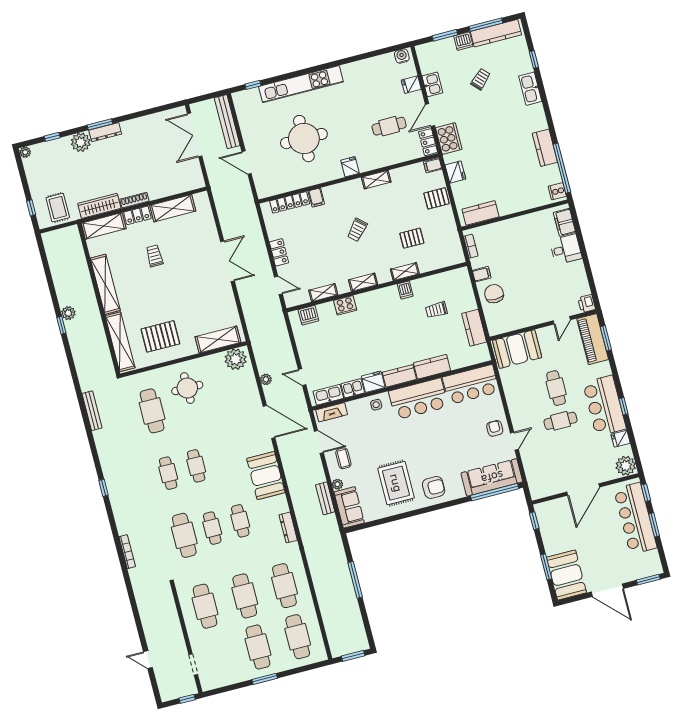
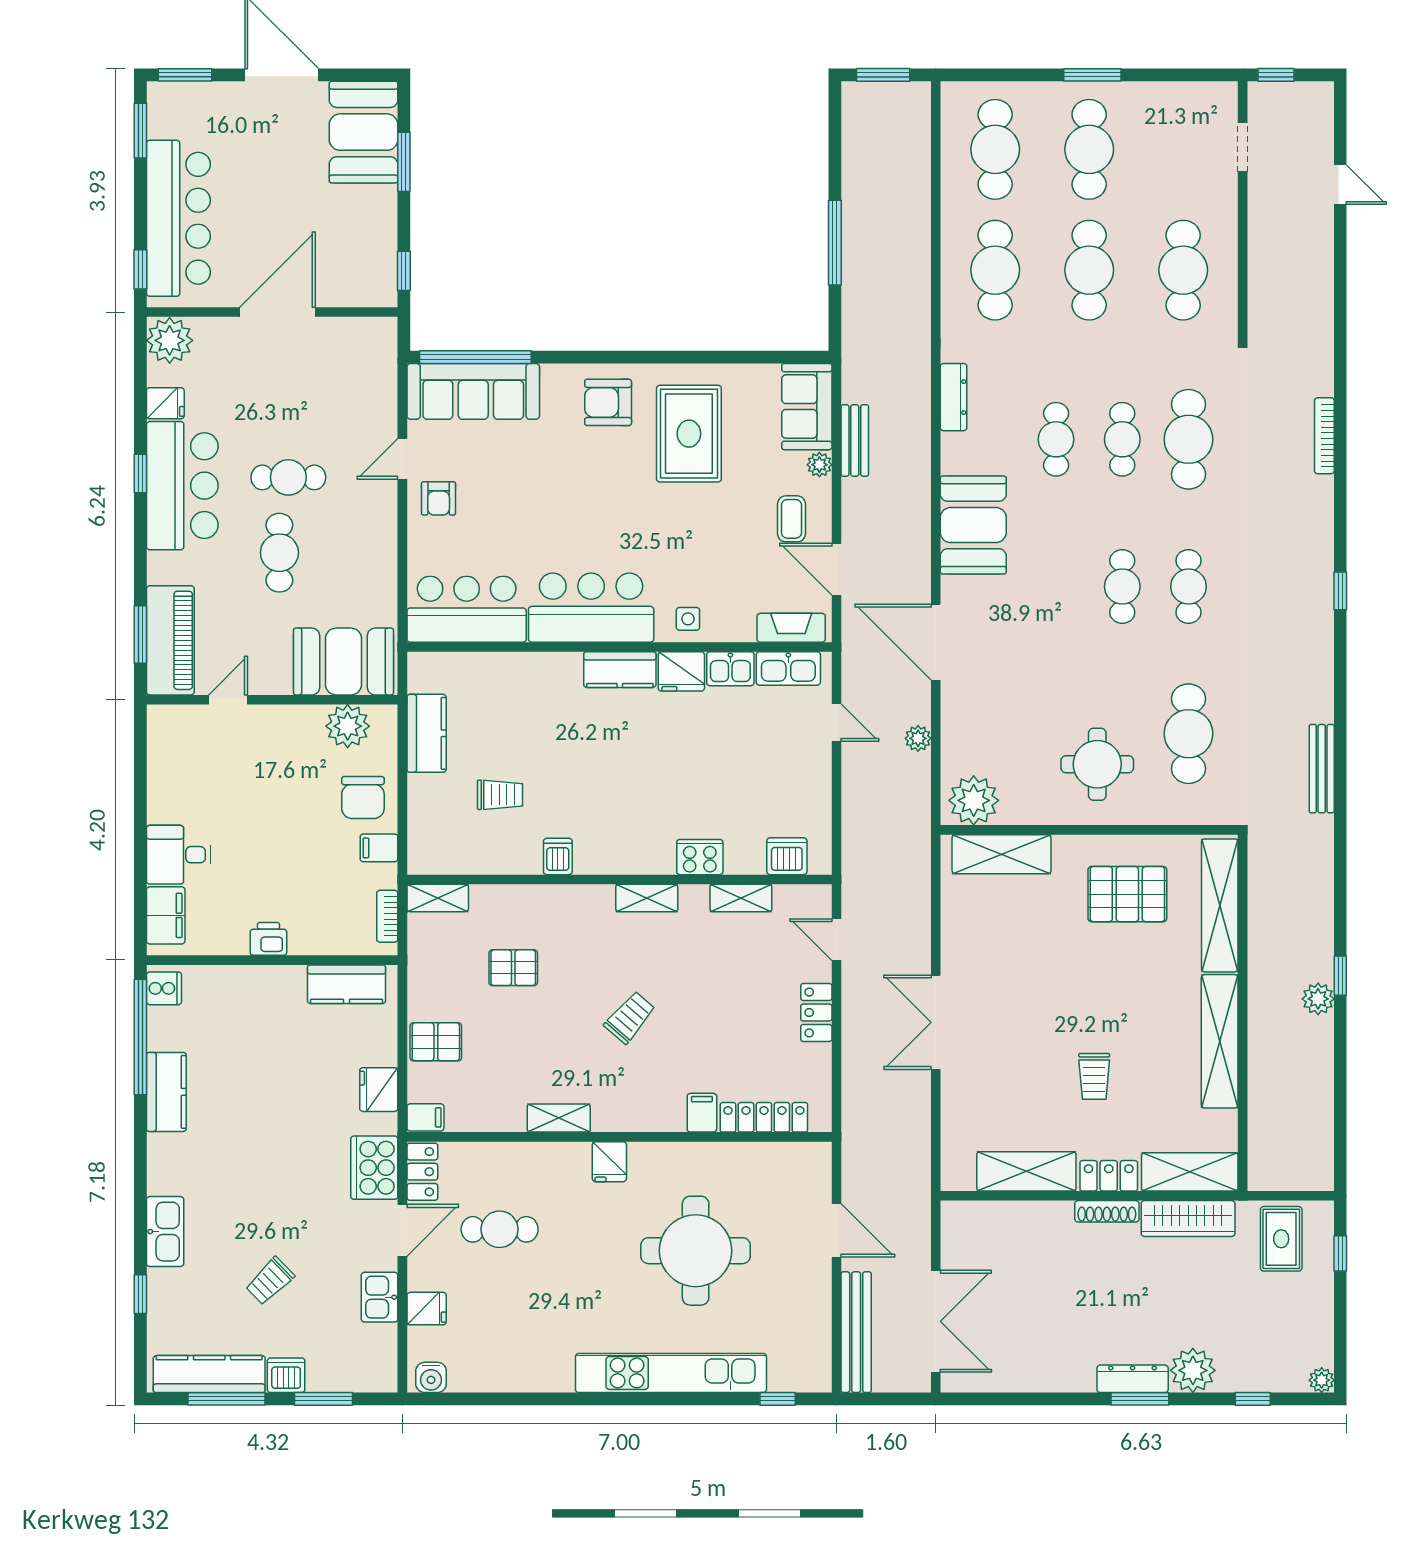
shelving: (405, 271) -> (438, 898), moved
printer: (587, 304) -> (268, 939), moved, turned -90
plant: (508, 322) -> (348, 726), added
kitchen counter: (432, 367) -> (542, 671), removed
window: (654, 525) -> (140, 131), moved

